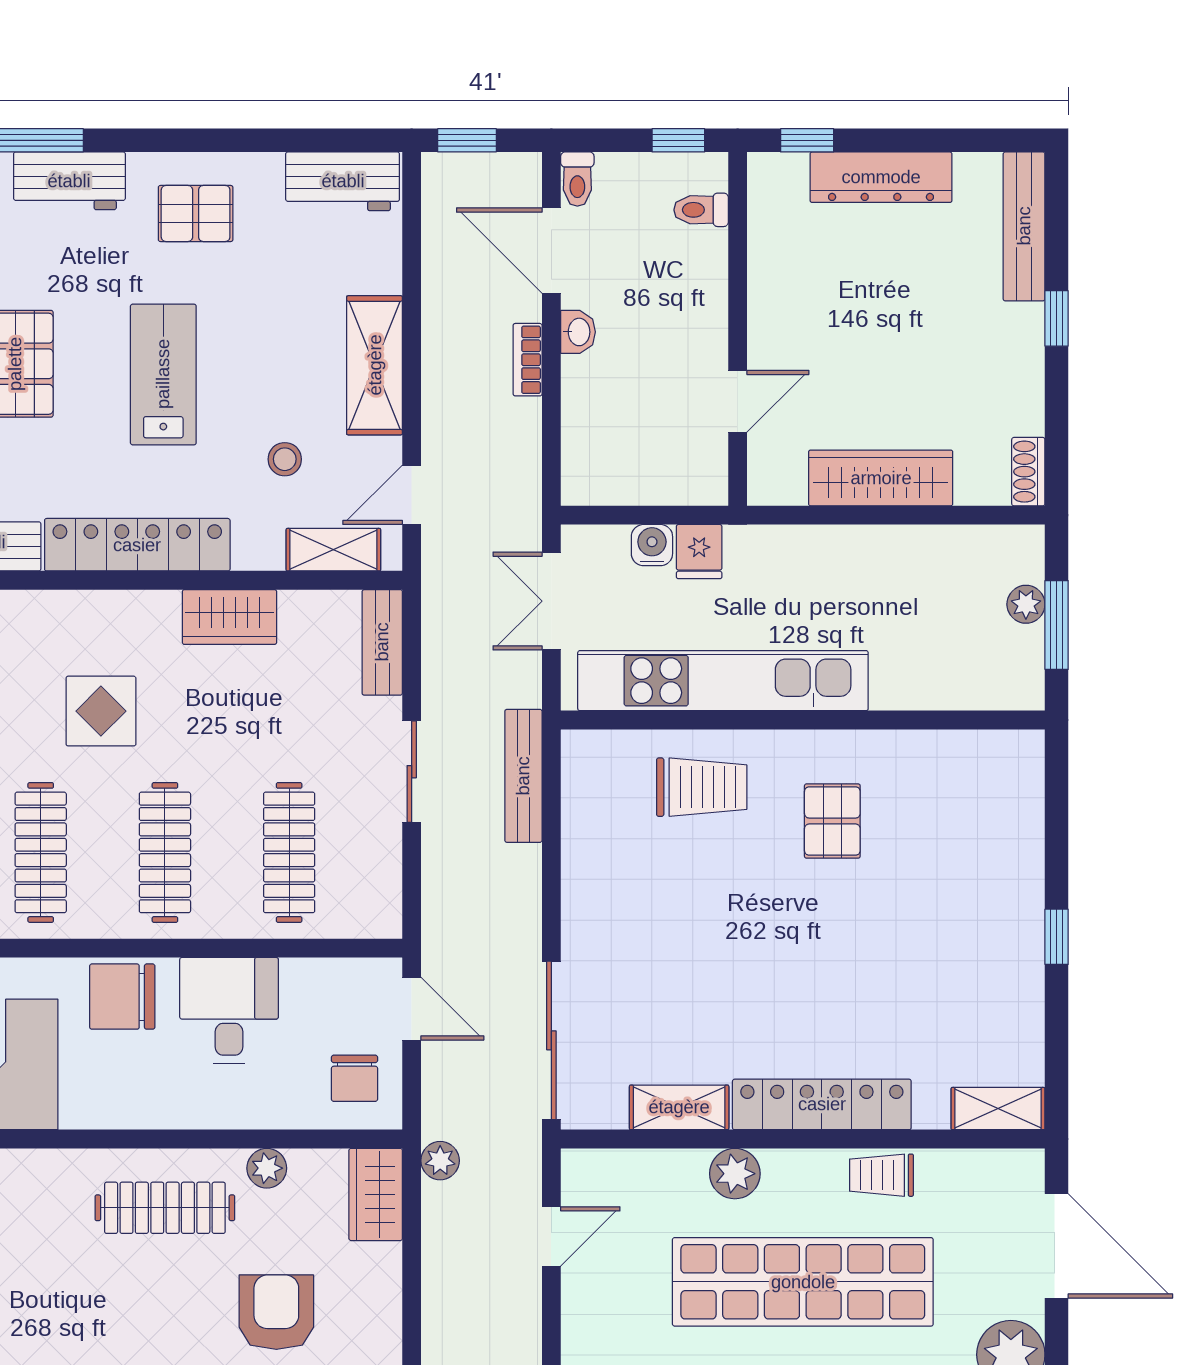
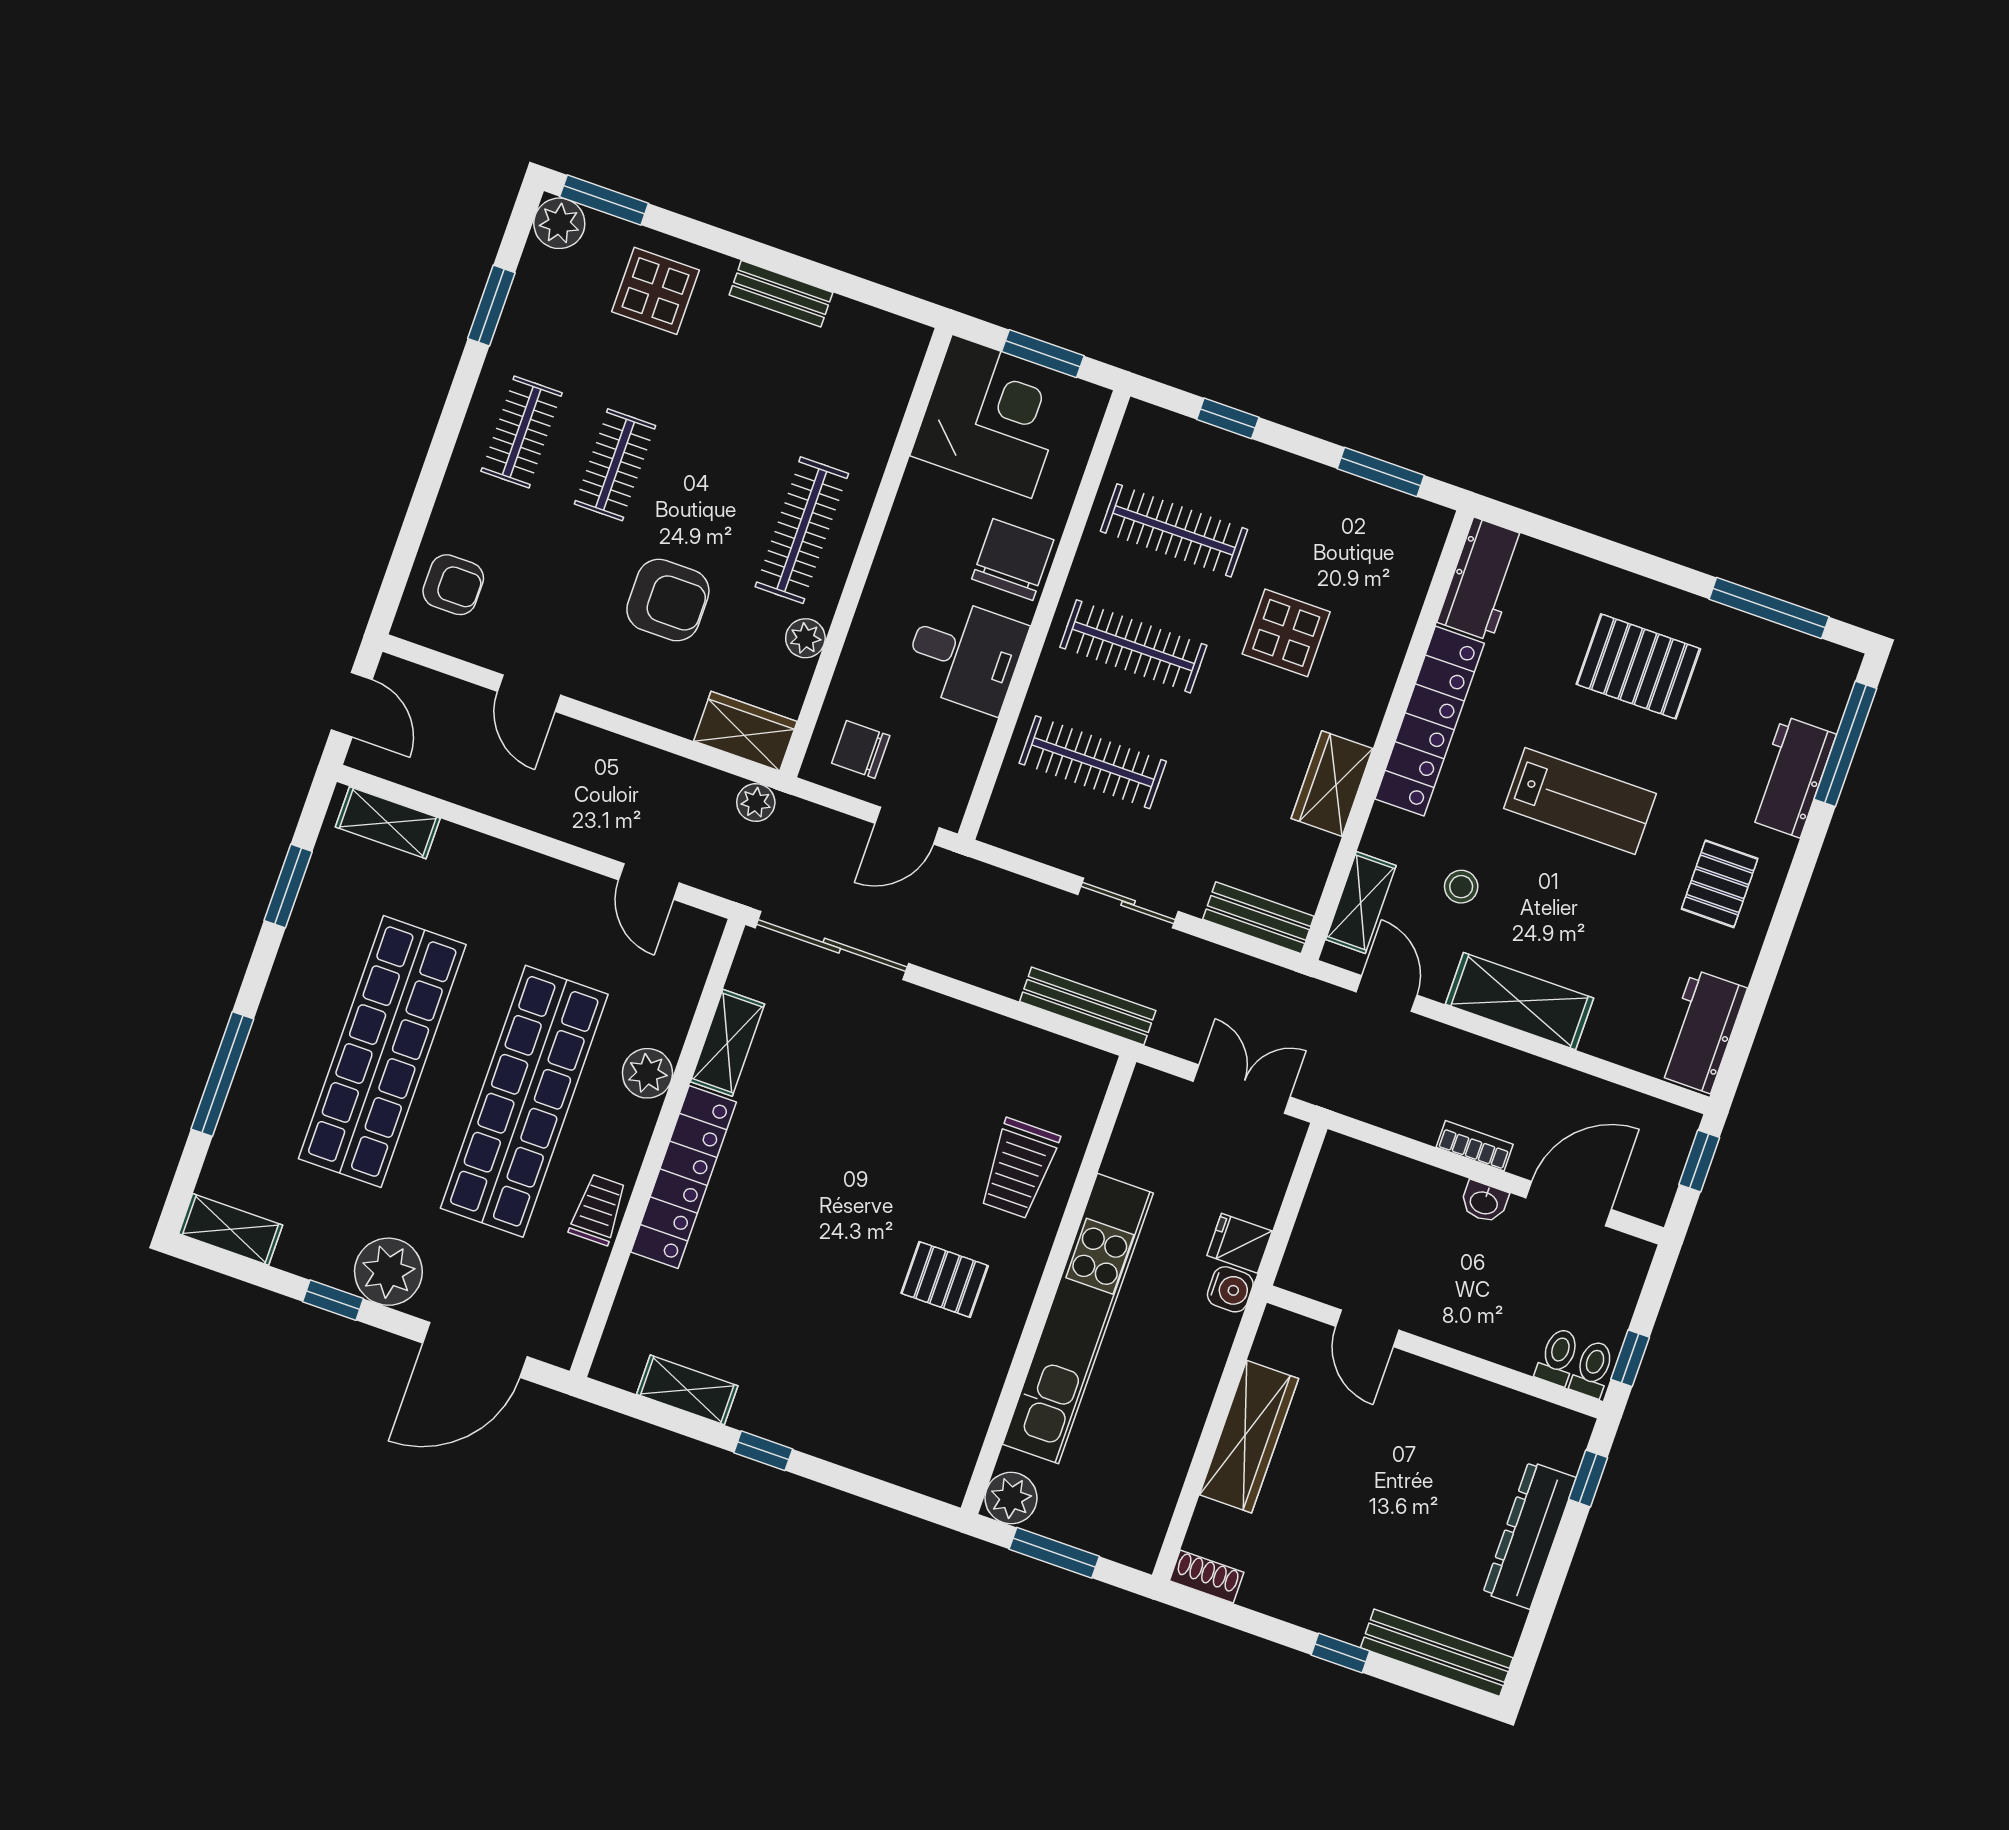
toilet: (577, 179) -> (1593, 1369), moved, turned 90
water cooler: (652, 545) -> (1230, 1289), moved
plant: (1026, 604) -> (1011, 1498), moved, width x1.38, depth x1.38
kitchen unit: (723, 681) -> (1078, 1319), moved
shelving: (998, 1109) -> (687, 1390), moved, turned 90

